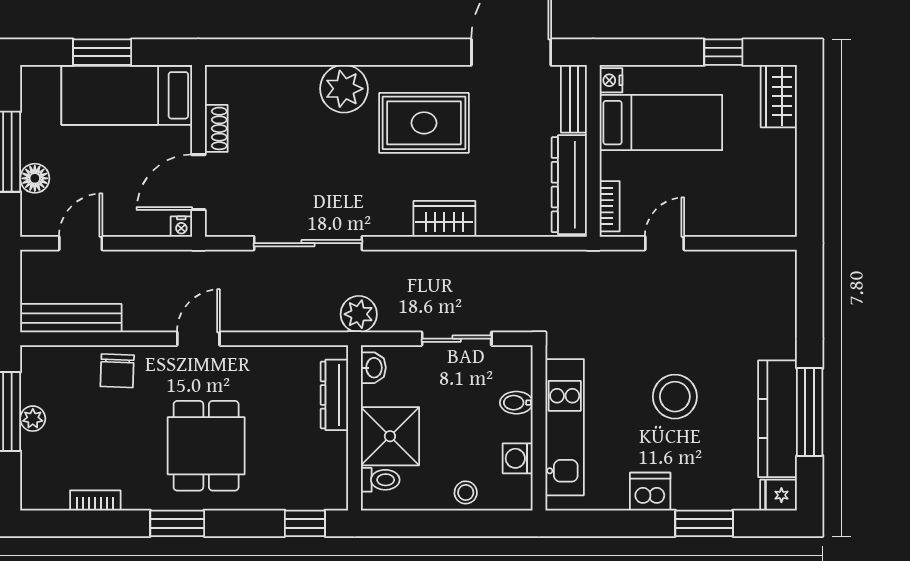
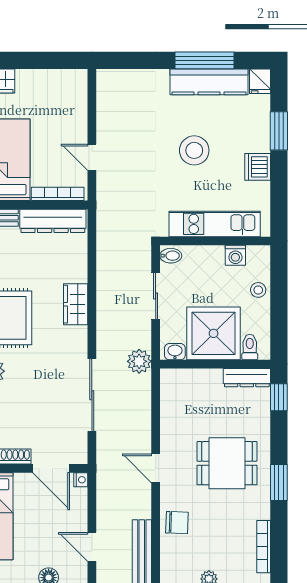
bookcase: (610, 206) -> (58, 194), width x1.56
dresser: (334, 395) -> (247, 378), moved
bidet: (516, 403) -> (171, 256), moved, turned -90
shower: (390, 436) -> (214, 333), width x1.37, depth x1.37
bookcase: (95, 500) -> (264, 547), width x1.56

